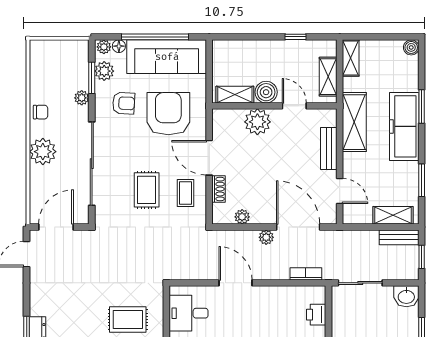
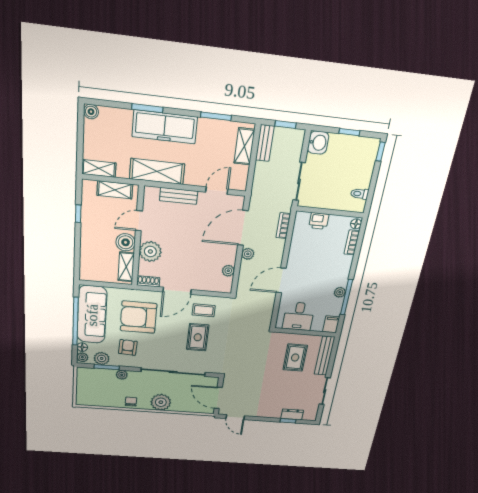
shoe rack: (218, 189) -> (148, 281), moved
rug: (147, 190) -> (198, 337), turned 90

